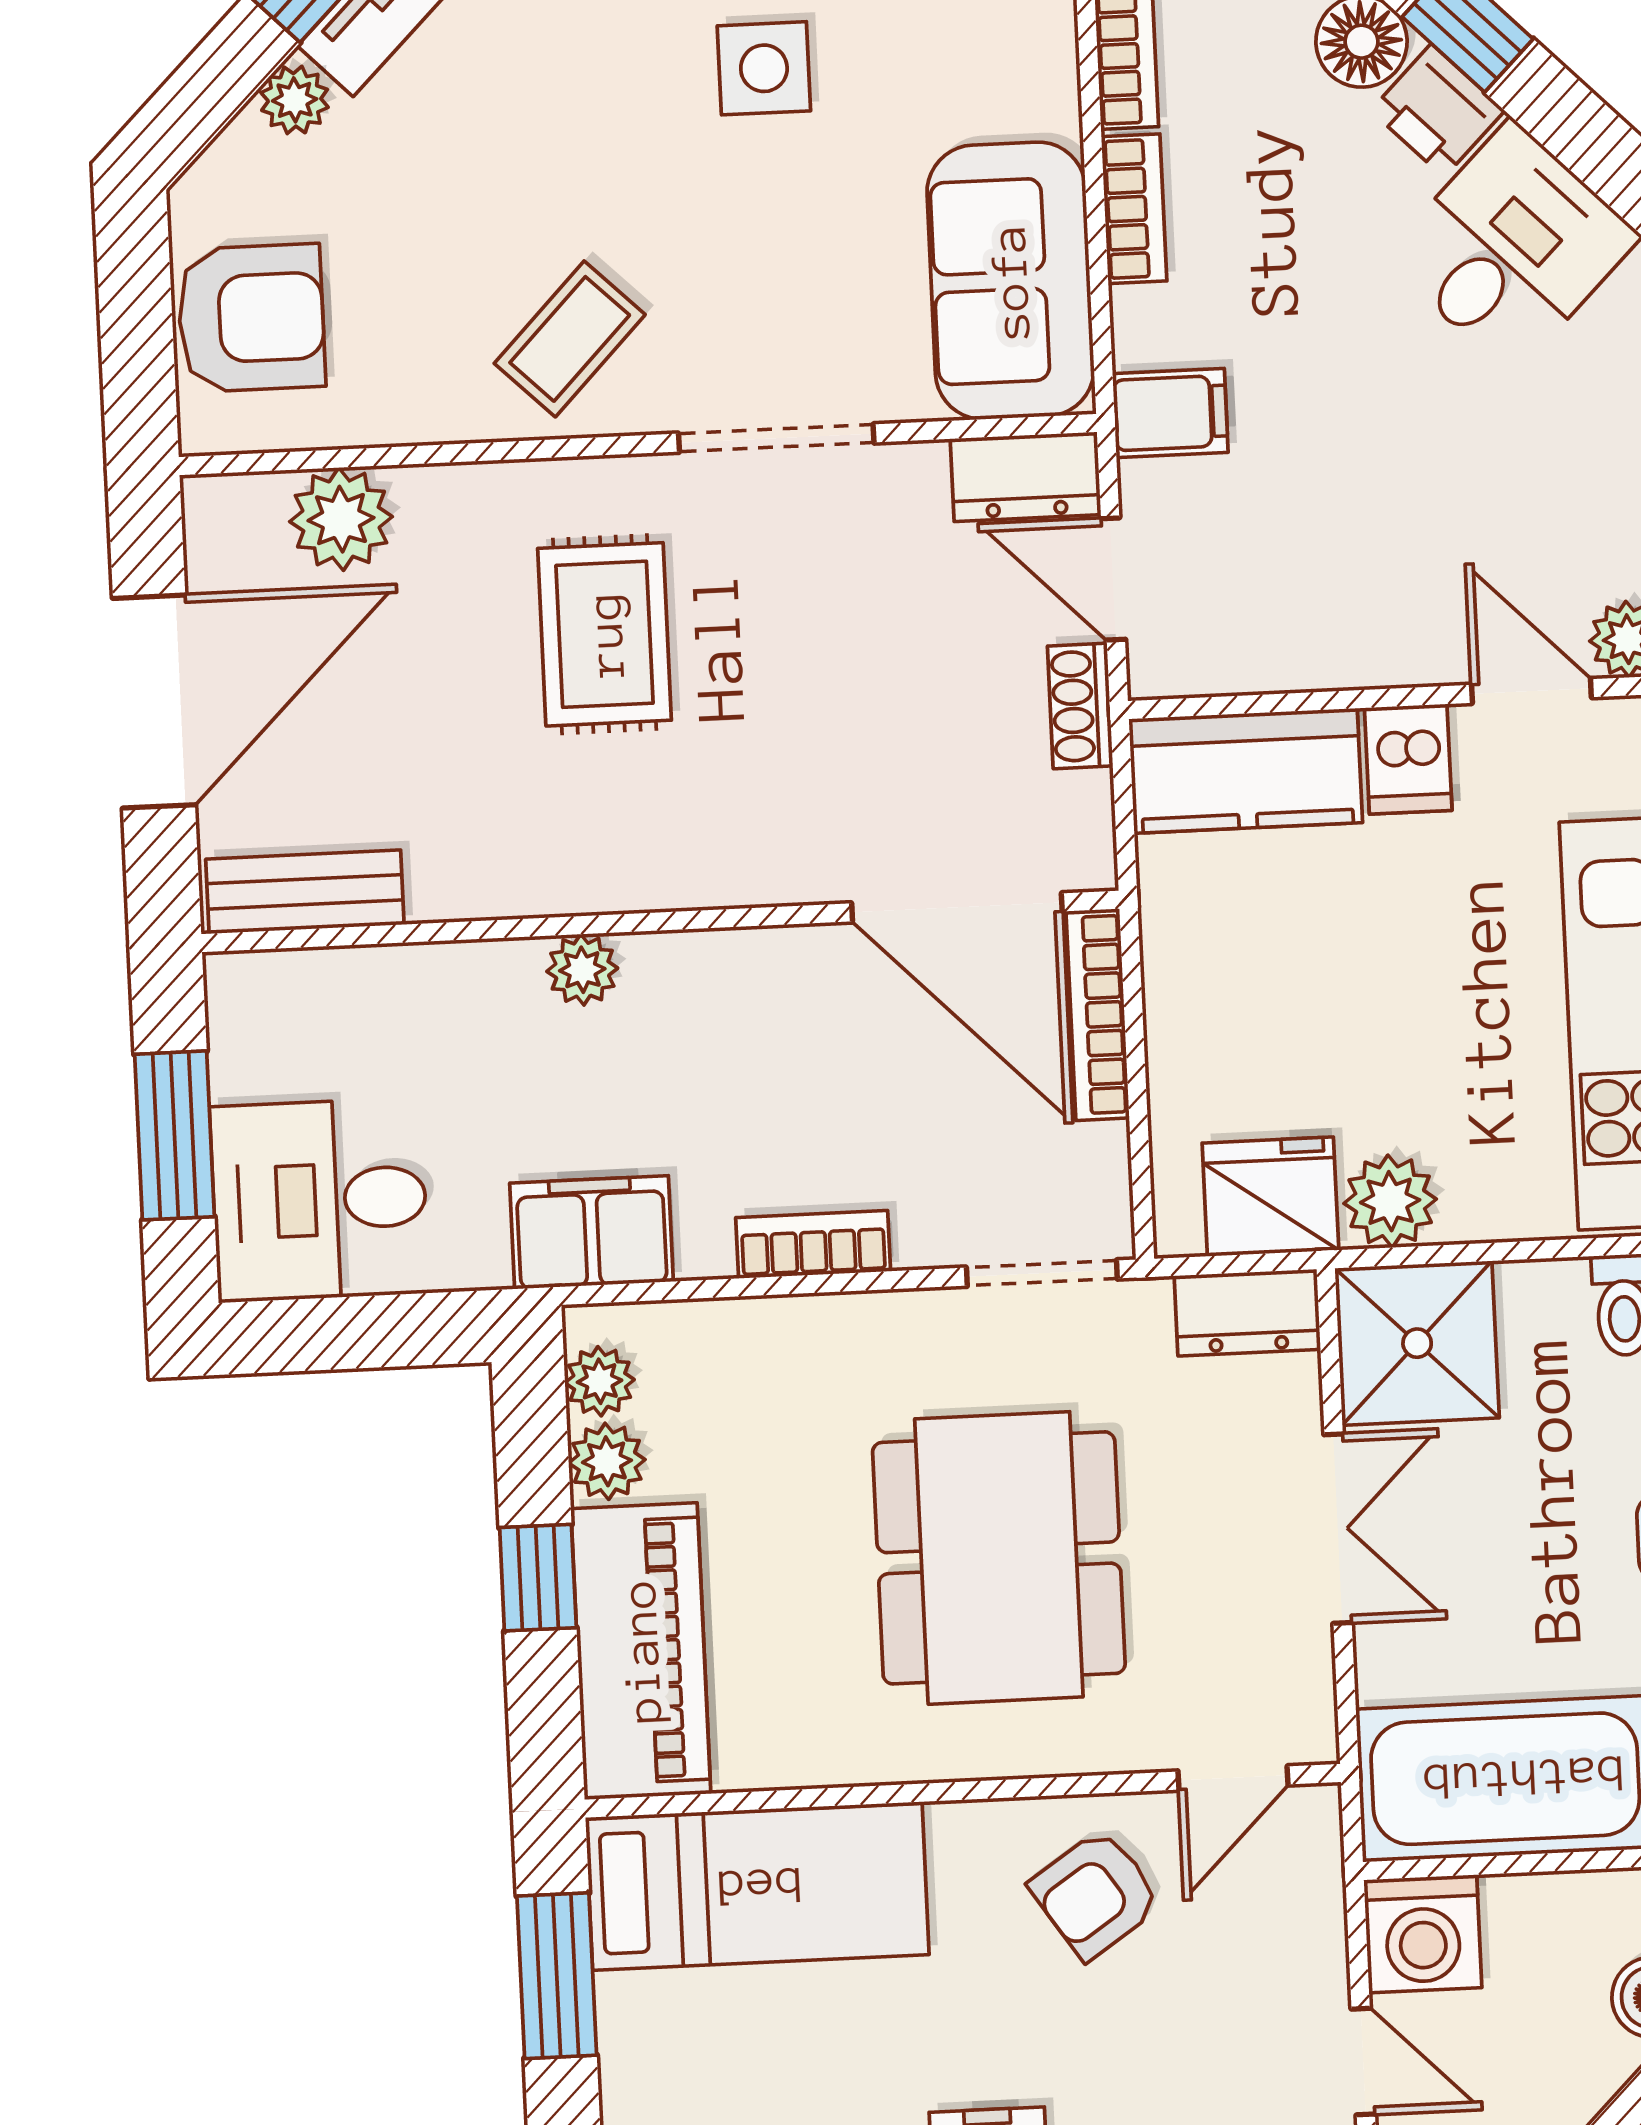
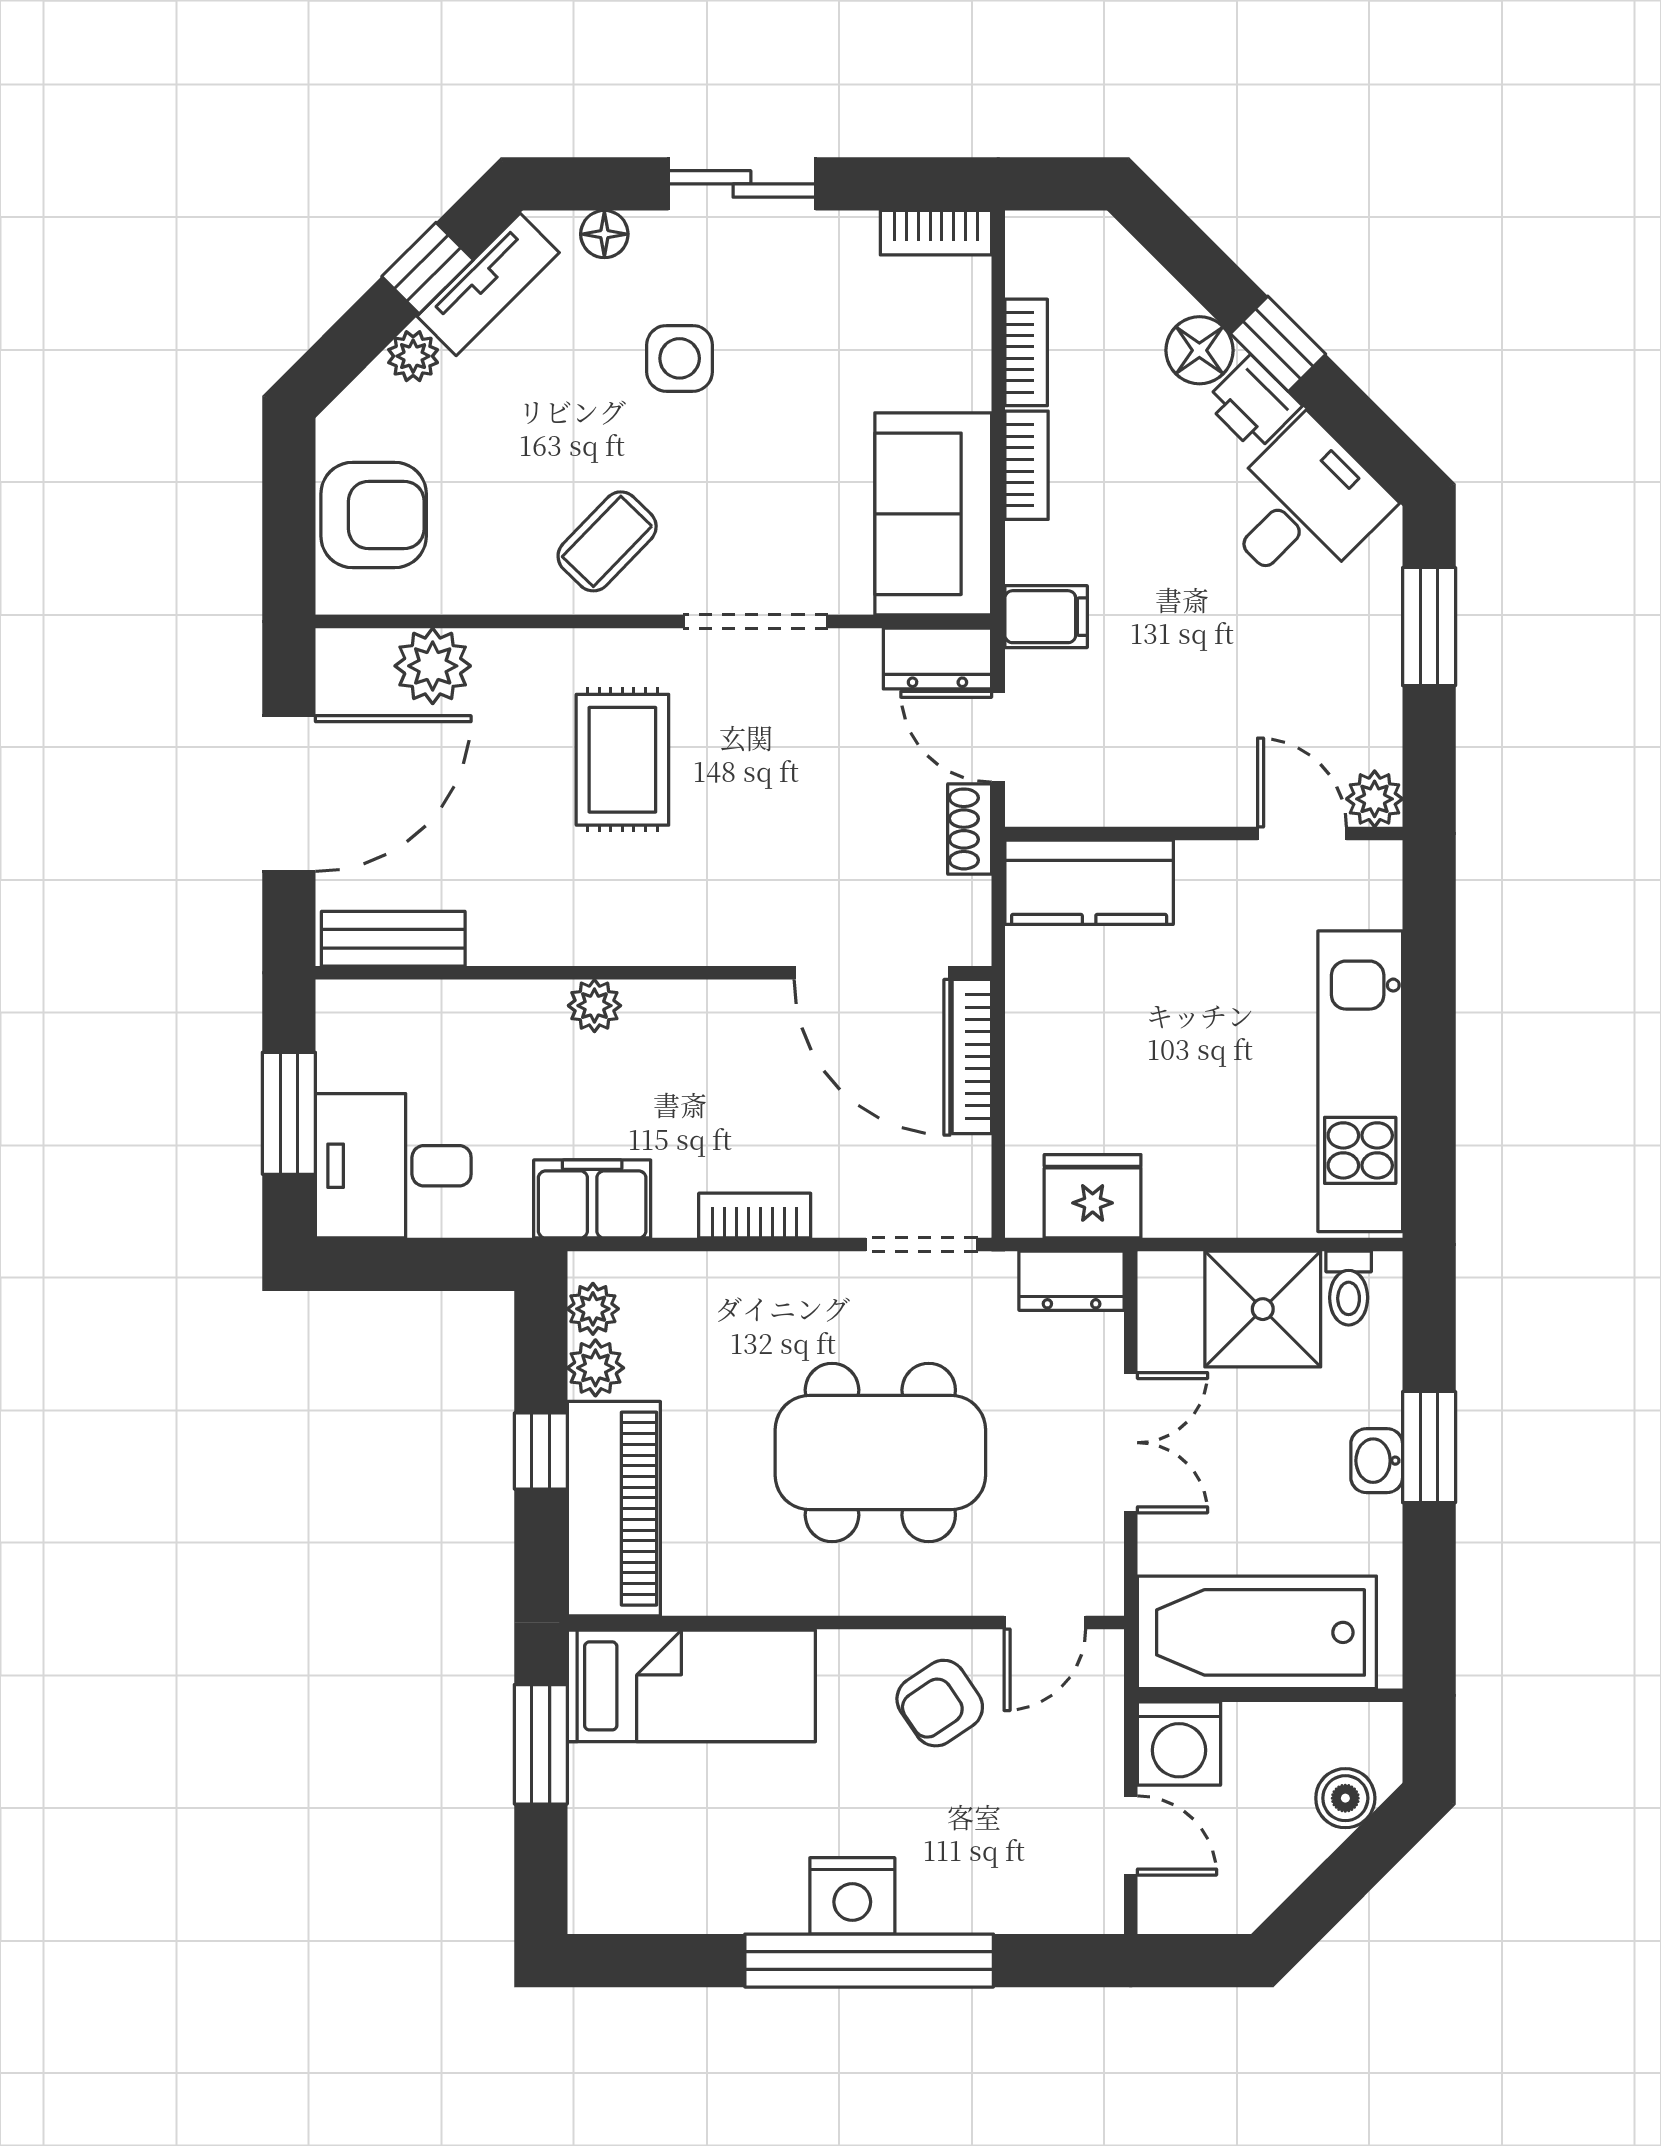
side table: (764, 68) -> (680, 358), moved
dishwasher: (1408, 759) -> (1209, 879), removed
plant: (1390, 1201) -> (1180, 1204), removed
shower: (1417, 1343) -> (1263, 1309), moved
dining table: (999, 1558) -> (880, 1453), turned 90

